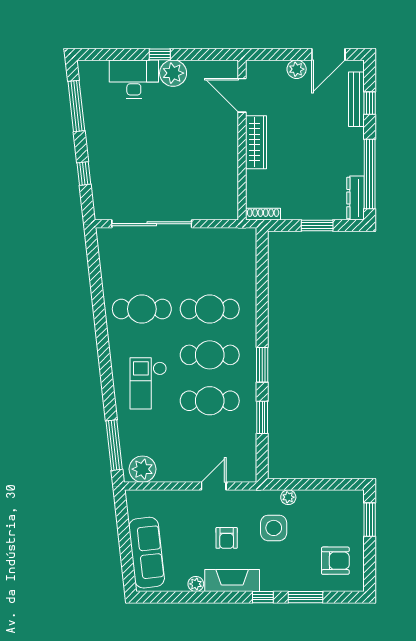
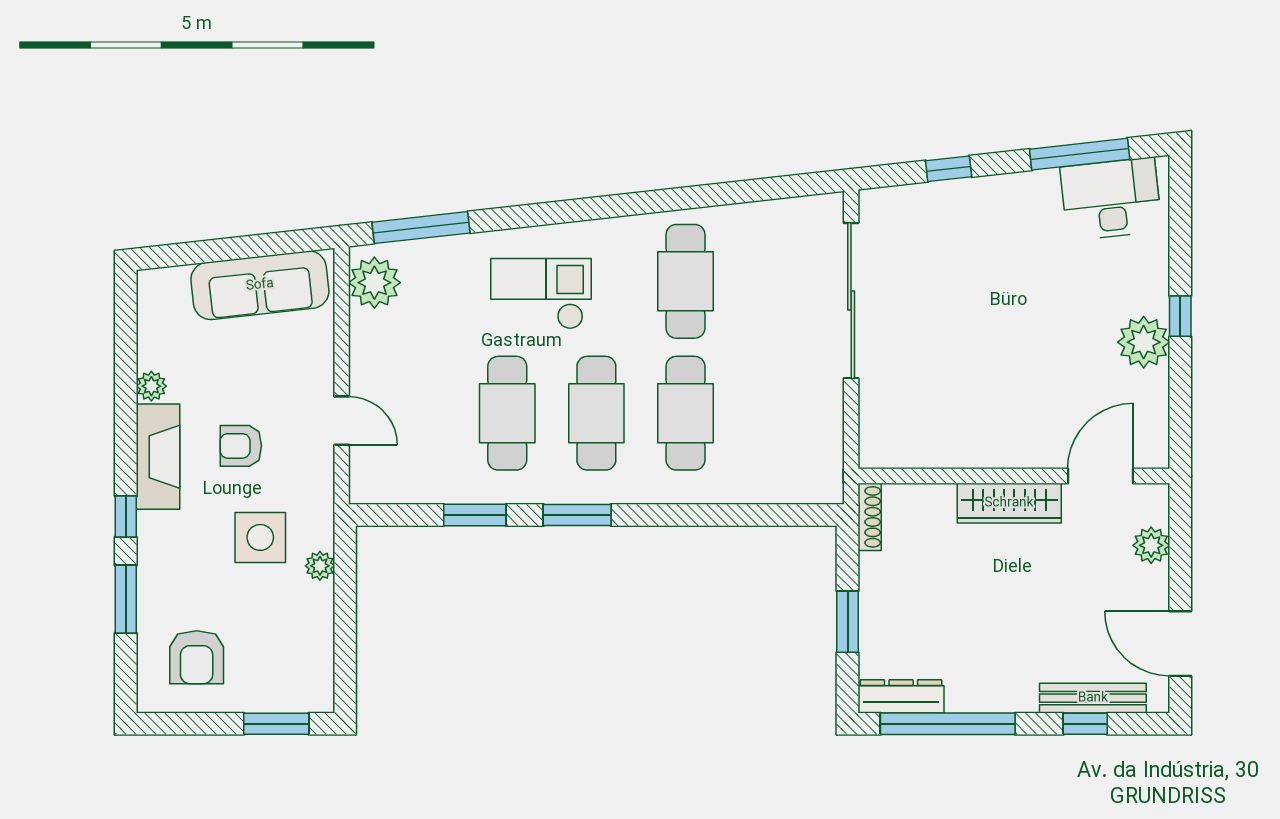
plant: (297, 69) -> (1151, 545), moved
desk: (134, 79) -> (1111, 199), moved, turned -96
sofa: (147, 553) -> (260, 285), moved

